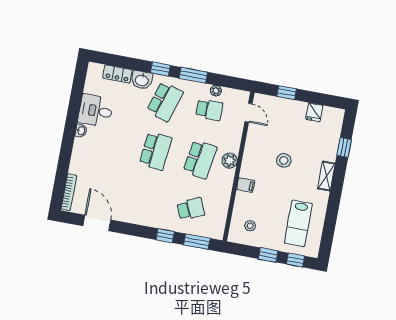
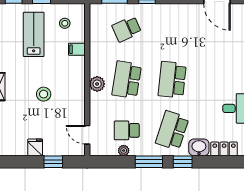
fridge: (314, 112) -> (35, 147), moved
filing cabinet: (246, 185) -> (77, 49), moved
lab bench: (298, 223) -> (34, 34), moved

